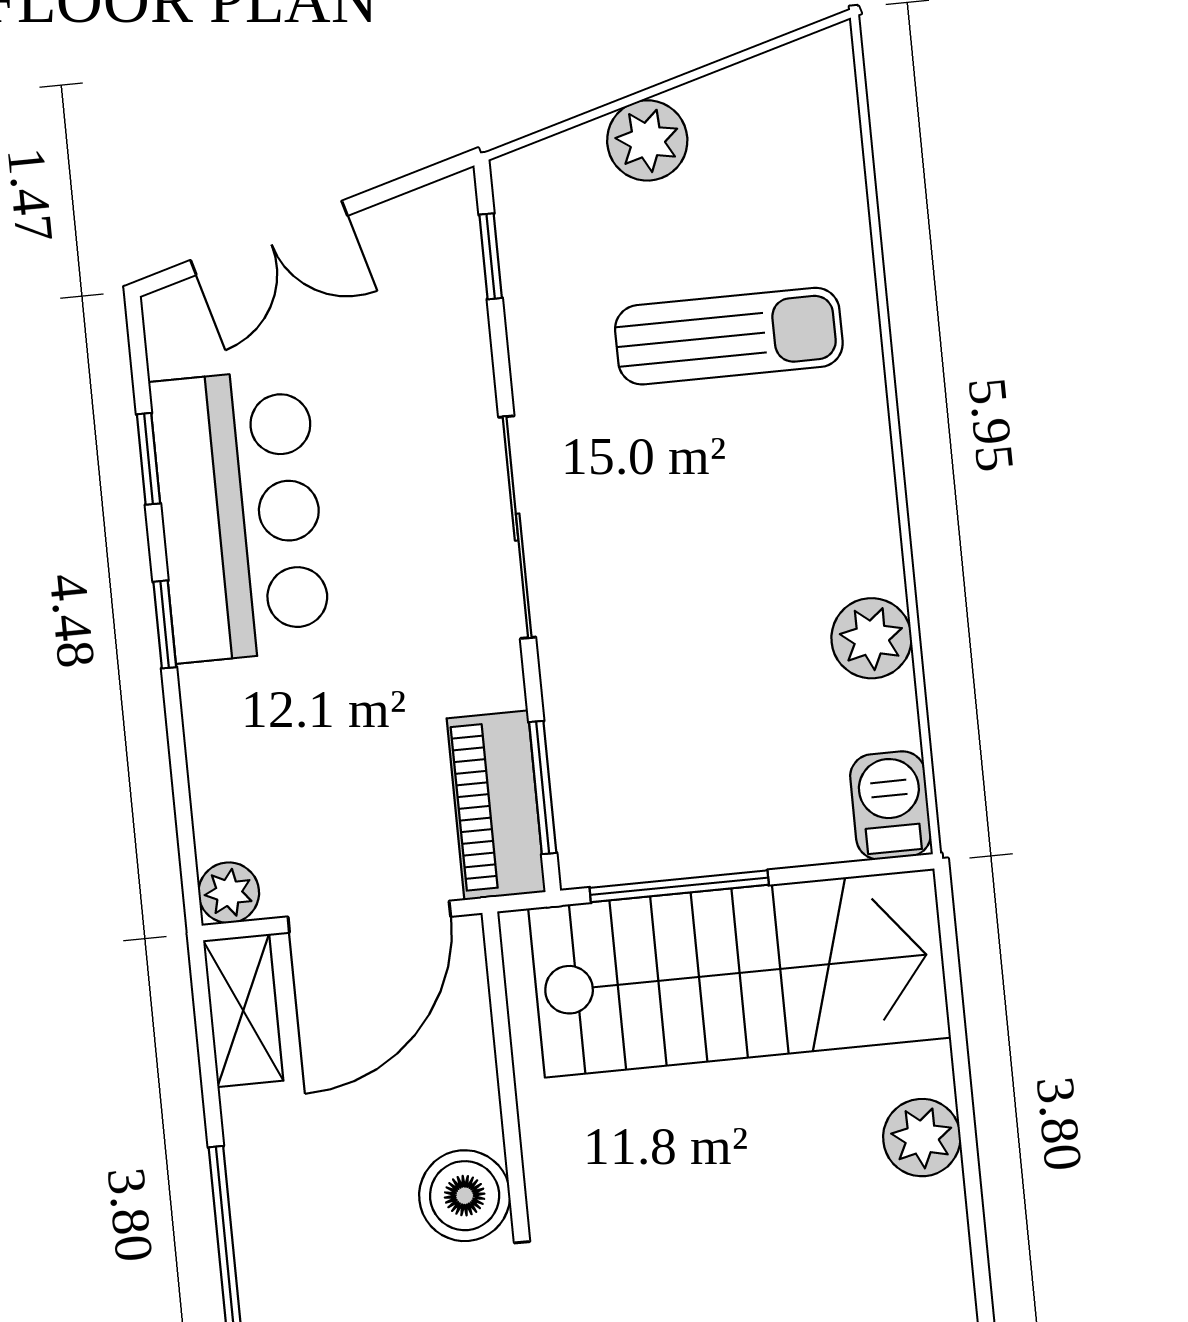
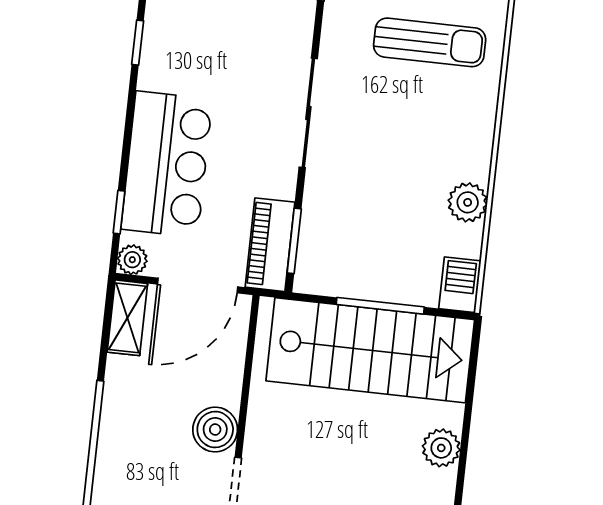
bar counter: (240, 515) -> (167, 164), moved
window: (165, 624) -> (119, 212), moved
window: (679, 886) -> (380, 306), moved

